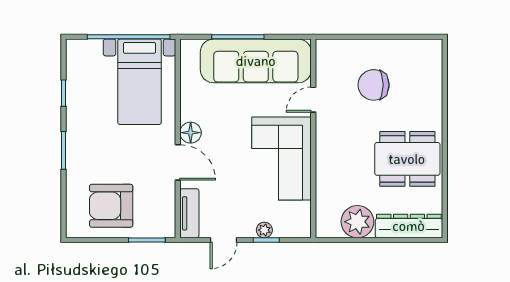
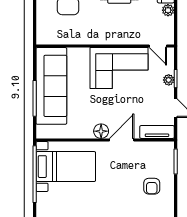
door: (313, 100) -> (158, 46), moved
armchair: (111, 206) -> (152, 186), width x0.53, depth x0.53
plant: (357, 222) -> (168, 10), width x0.53, depth x0.53

